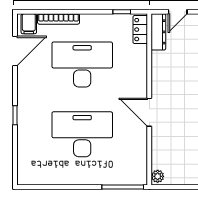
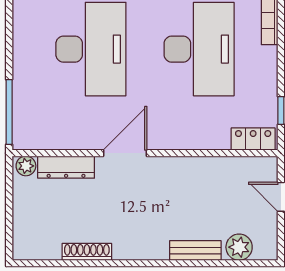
dresser: (158, 32) -> (66, 167), moved

